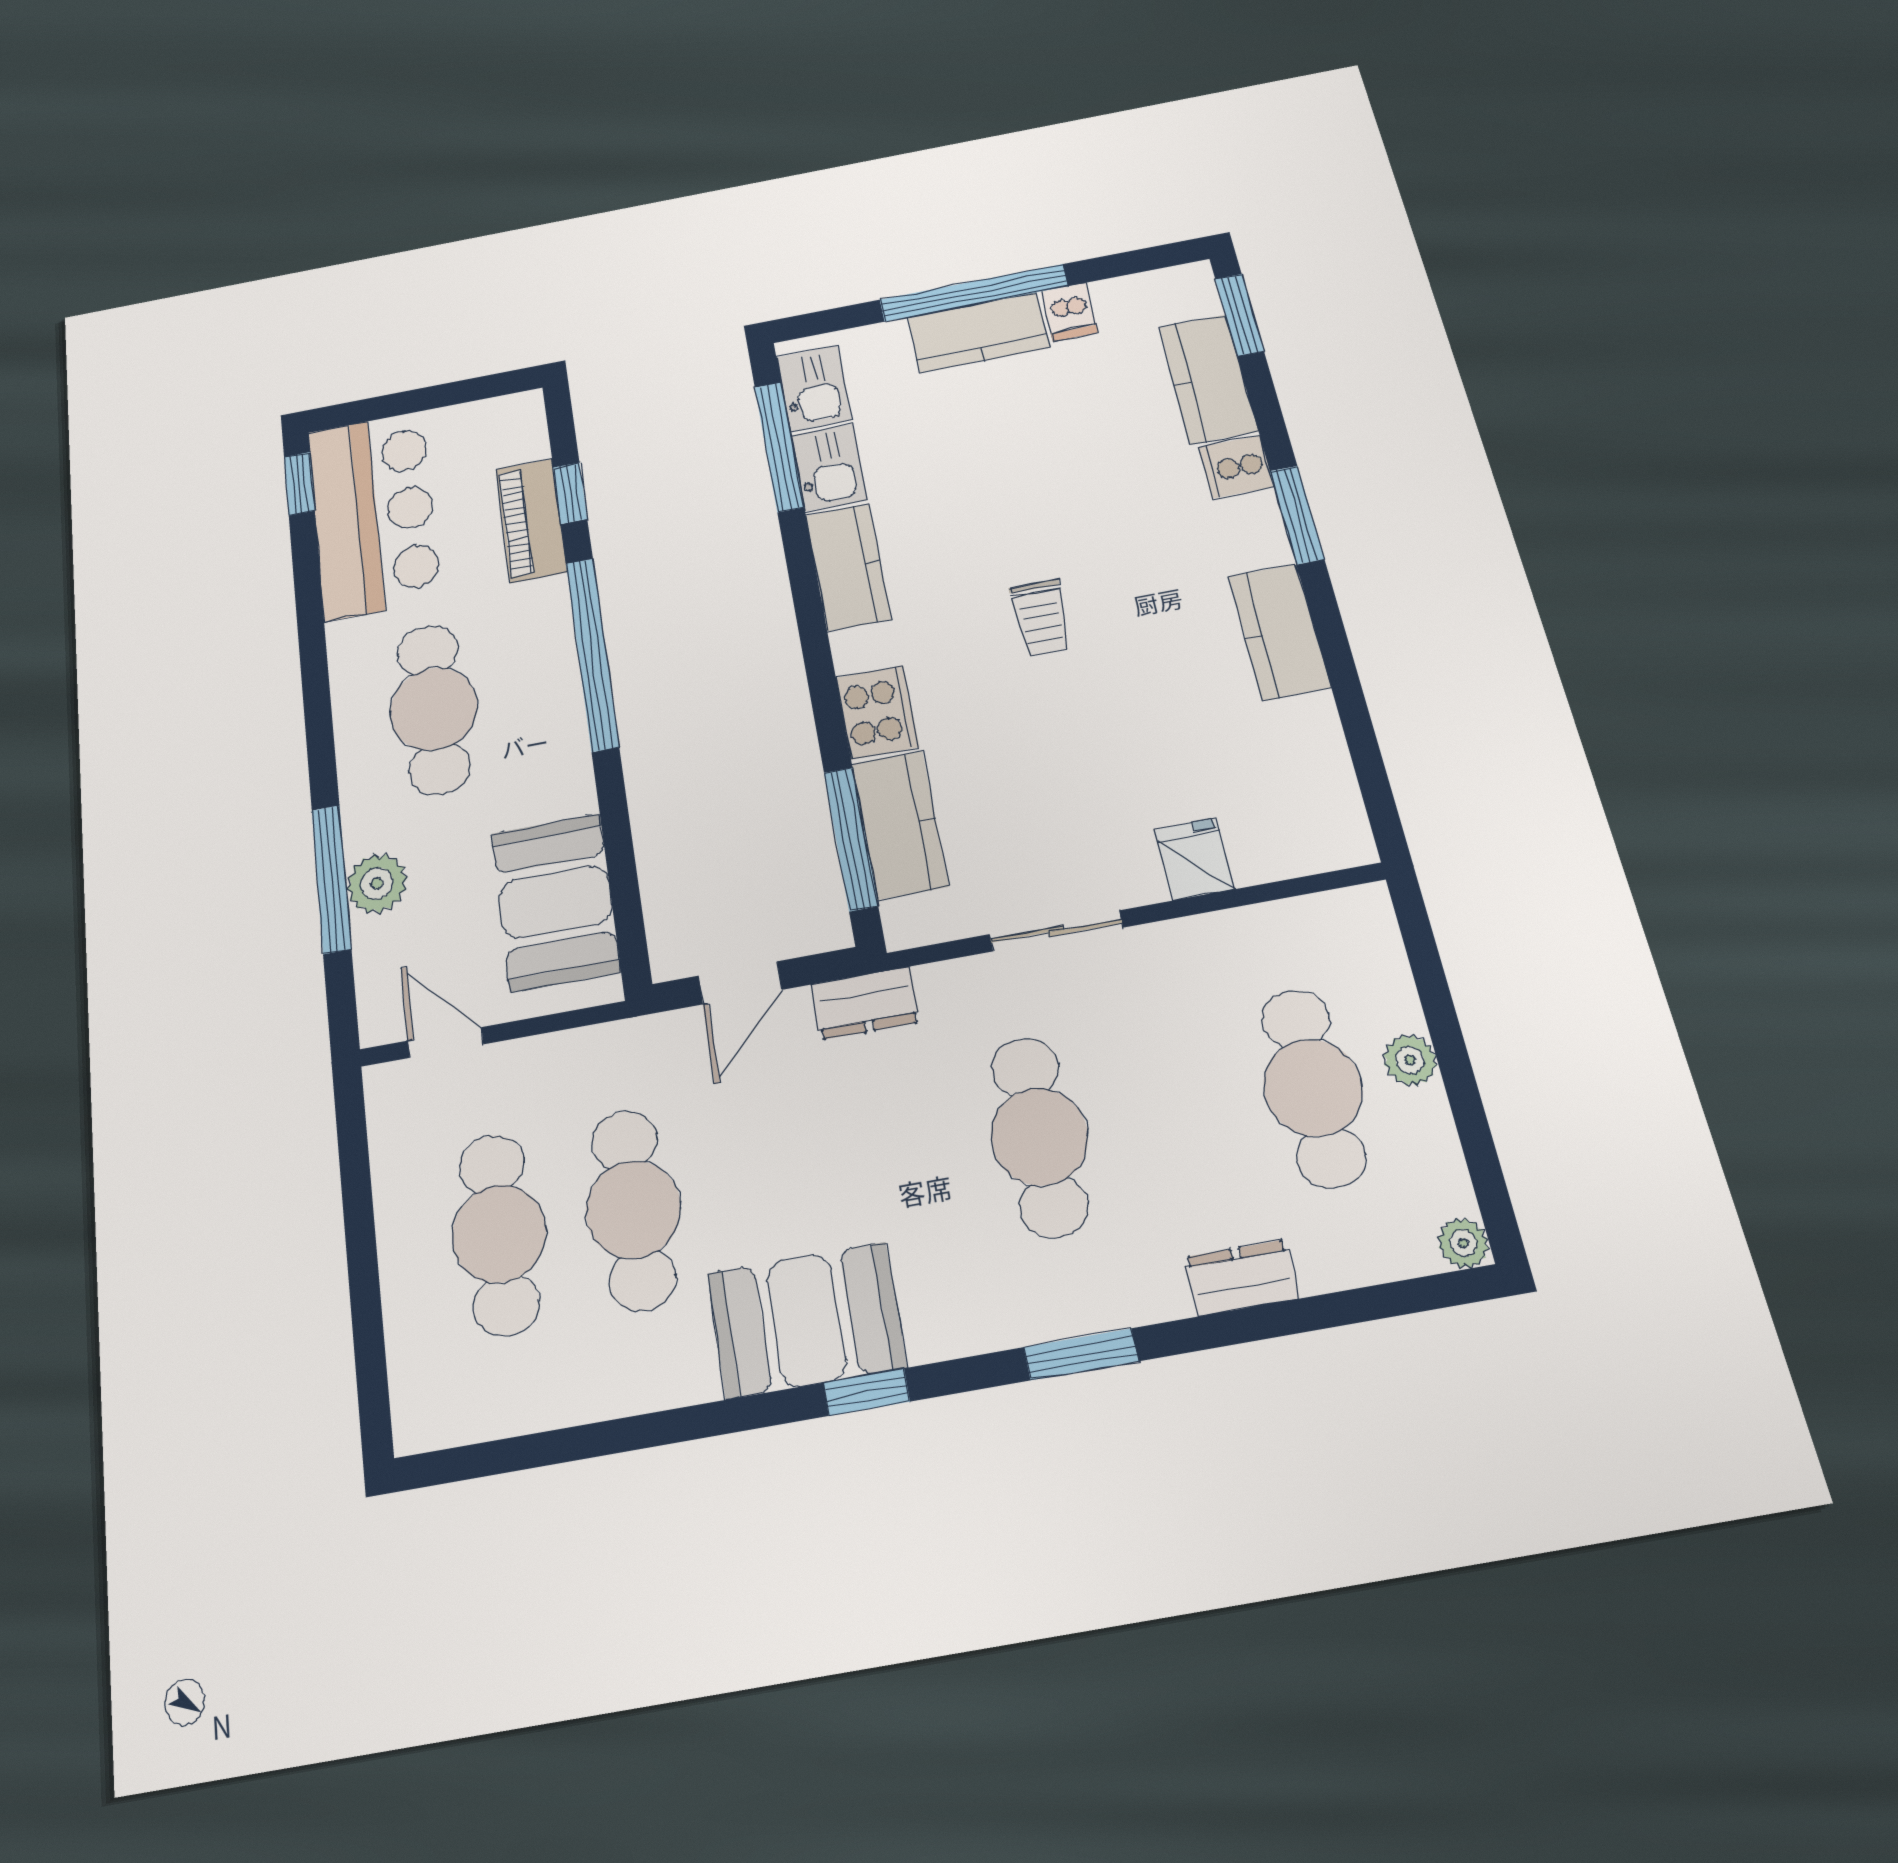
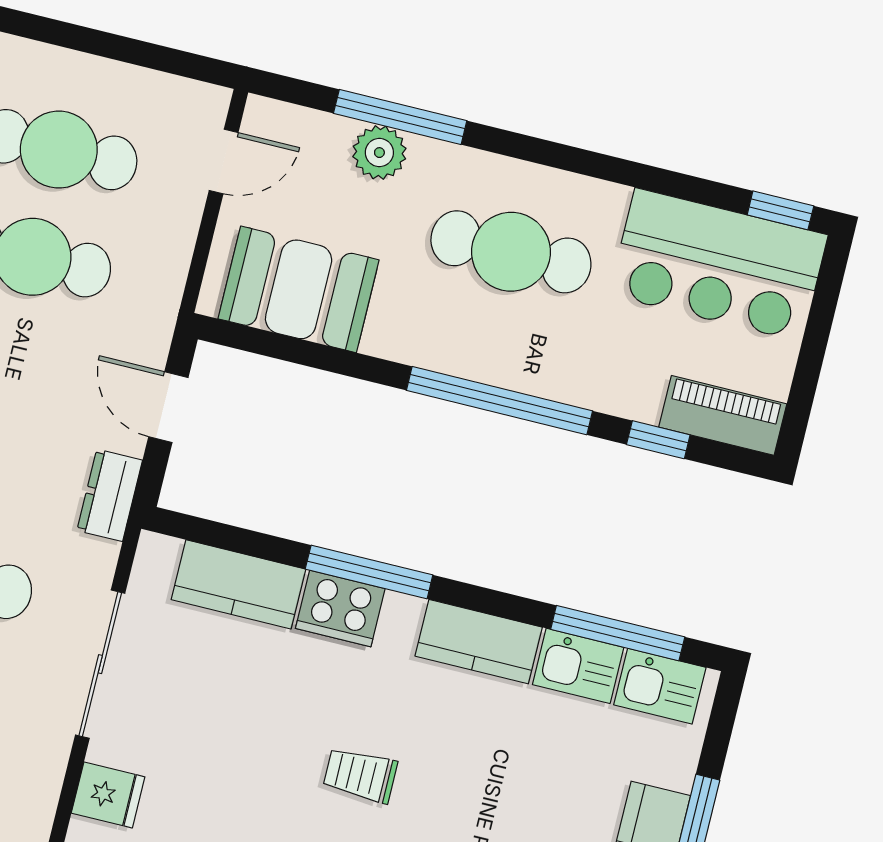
piano: (531, 520) -> (723, 415), moved
window: (851, 839) -> (369, 572), moved
sliding door: (1056, 931) -> (100, 664), width x1.37

